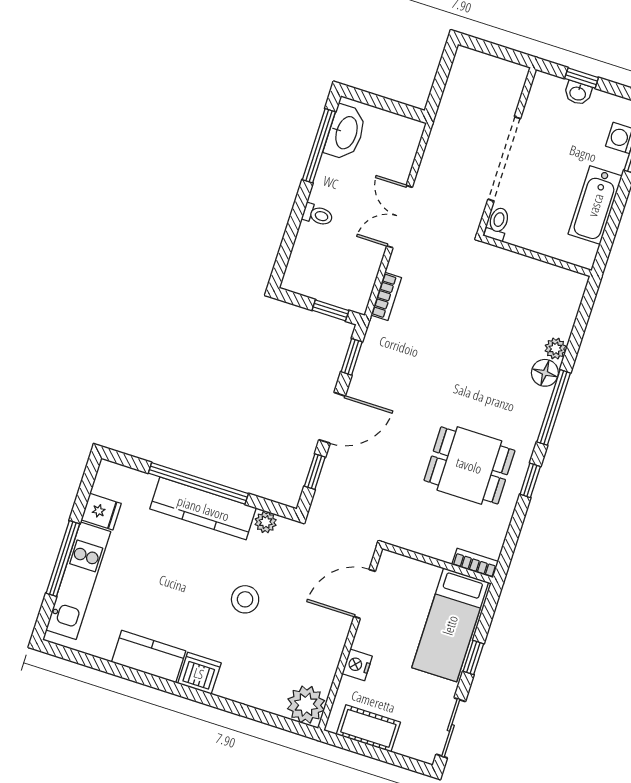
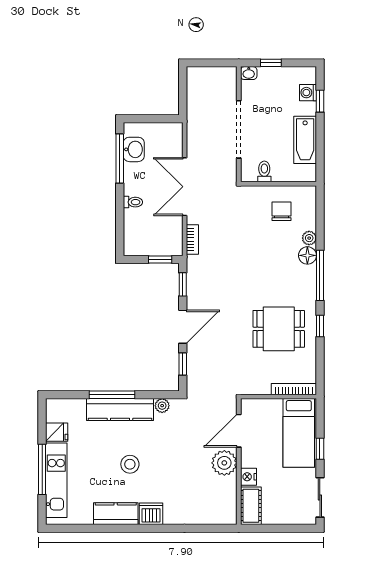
washbasin: (578, 93) -> (249, 73), moved
washbasin: (346, 132) -> (134, 149), width x0.72
double door: (400, 217) -> (185, 187), width x1.37
toilet: (498, 224) -> (264, 171), moved
chair: (528, 297) -> (281, 211), added
window: (198, 483) -> (112, 395), width x0.68
bookcase: (475, 563) -> (294, 389), width x1.56
stool: (245, 599) -> (130, 464), moved
plant: (306, 705) -> (224, 463), moved
cot: (368, 728) -> (251, 506), moved, turned 90

